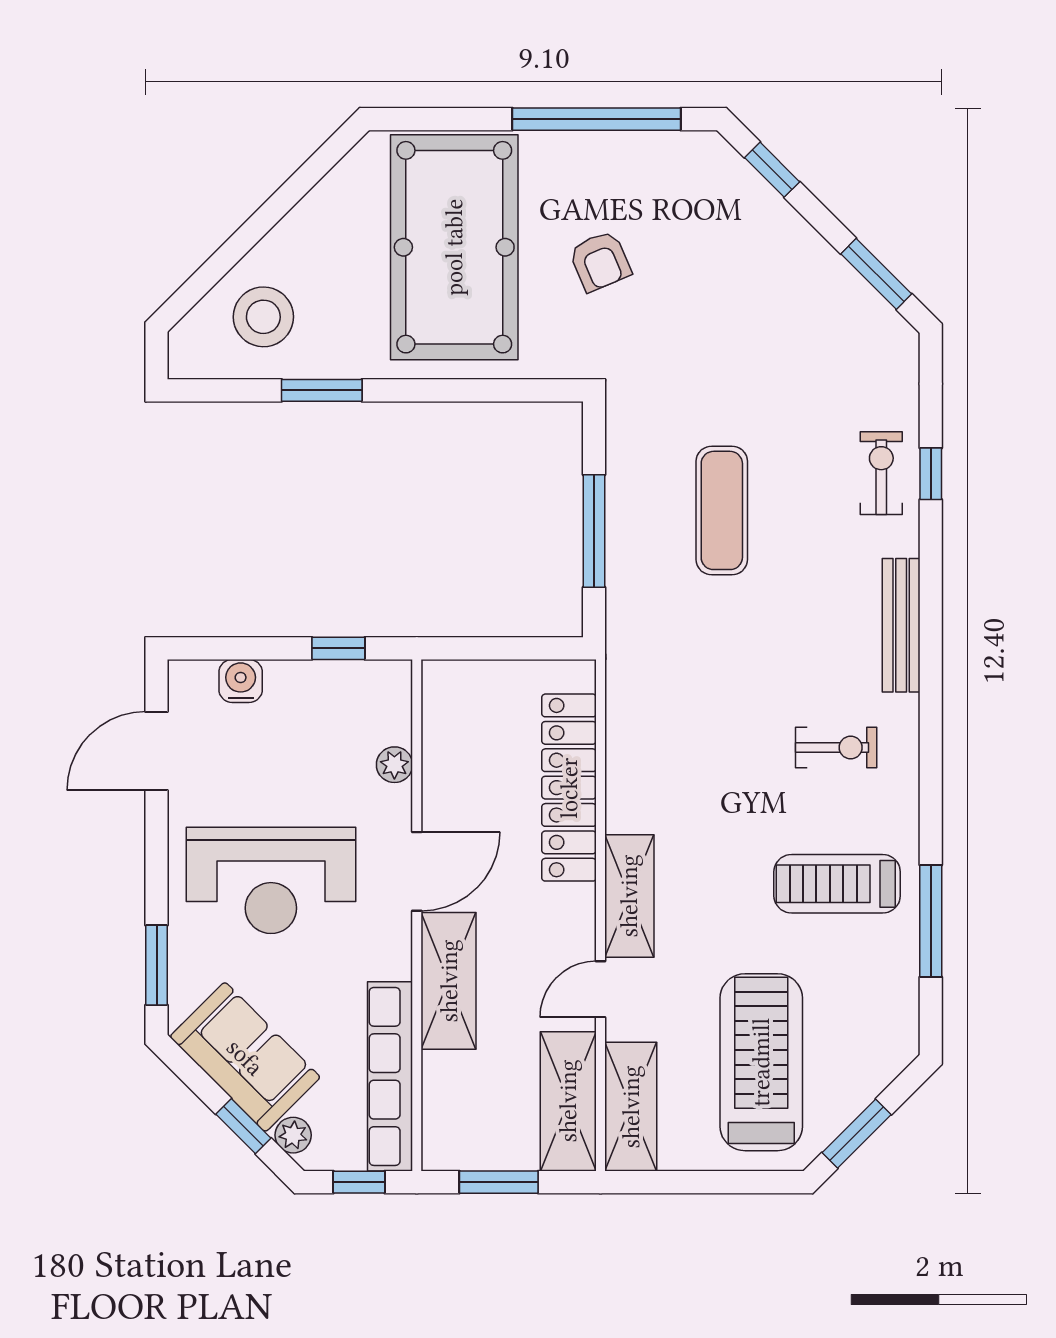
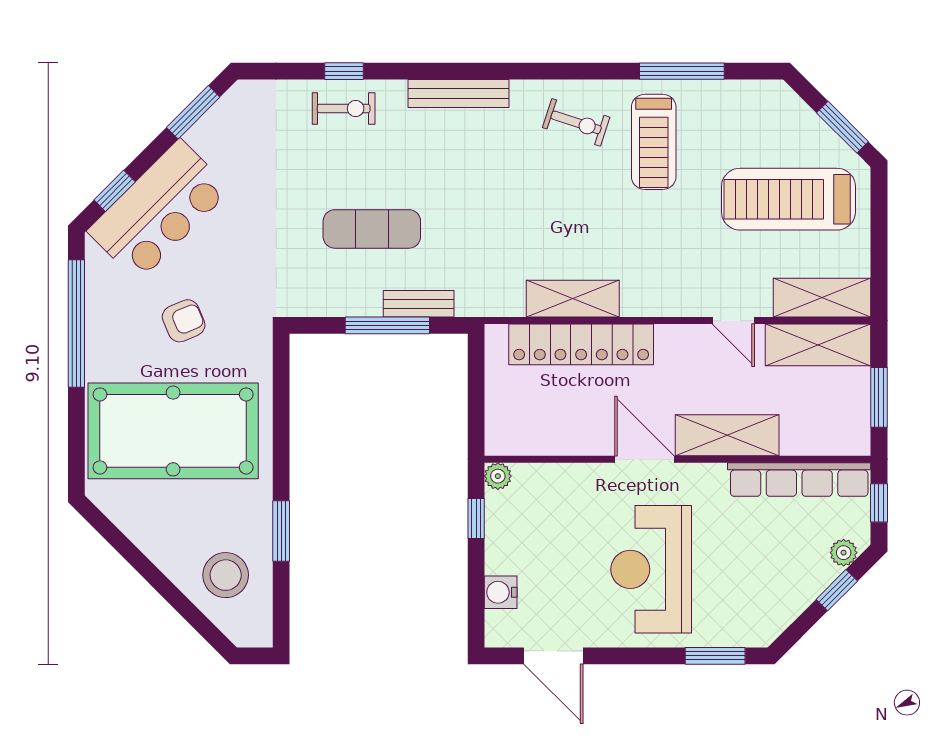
bar counter: (747, 229) -> (159, 210), added
exercise bike: (881, 473) -> (344, 109), turned 180
bench: (623, 572) -> (419, 304), added
exercise bike: (836, 747) -> (576, 122), moved, turned 108
plant: (394, 765) -> (498, 476), moved
reception desk: (271, 880) -> (651, 569), turned 180
shelving: (629, 896) -> (573, 299), moved
sofa: (245, 1057) -> (784, 589), removed

